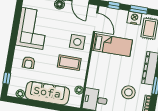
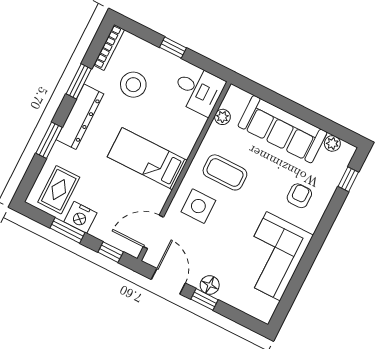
door: (96, 22) -> (153, 232), hinge flipped
bed: (112, 45) -> (147, 159), moved

